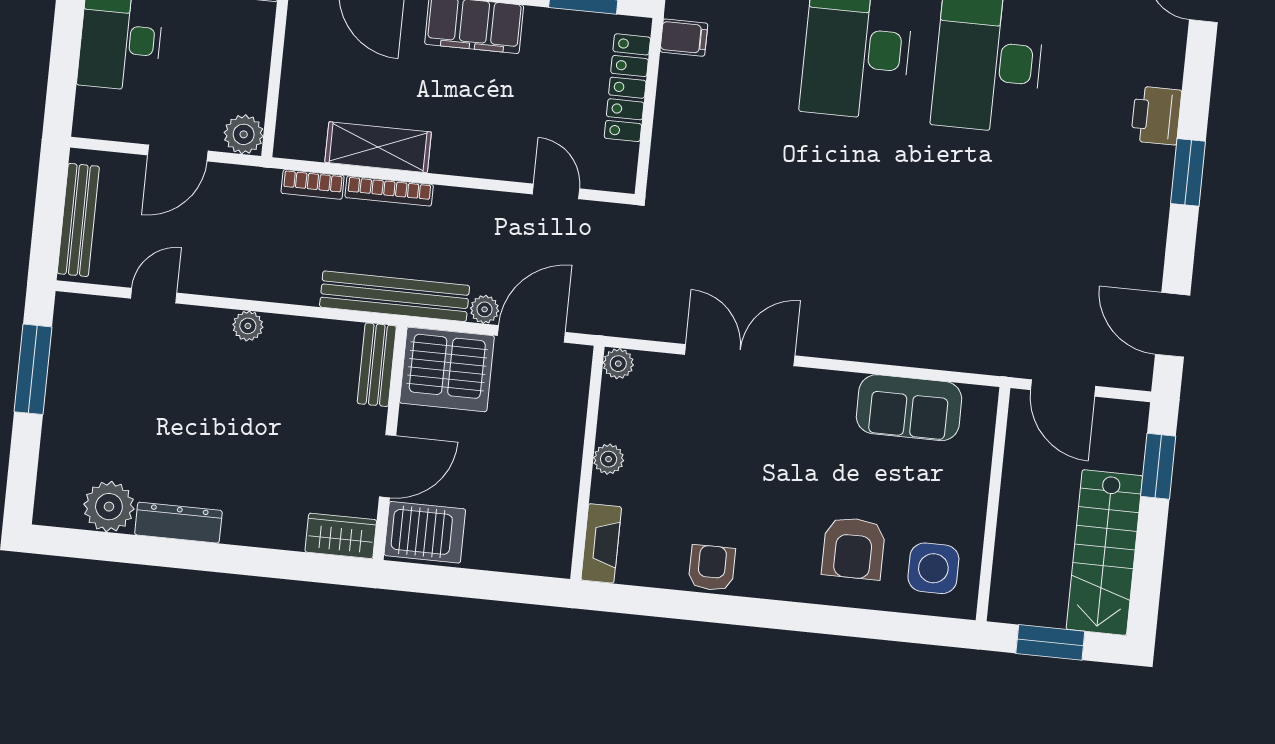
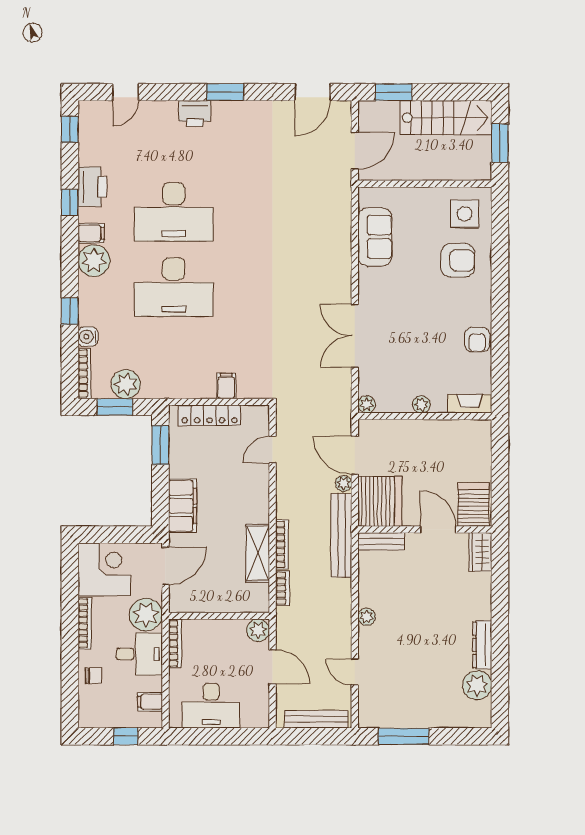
filing cabinet: (684, 38) -> (226, 386), moved
armchair: (712, 568) -> (477, 340), turned -90

